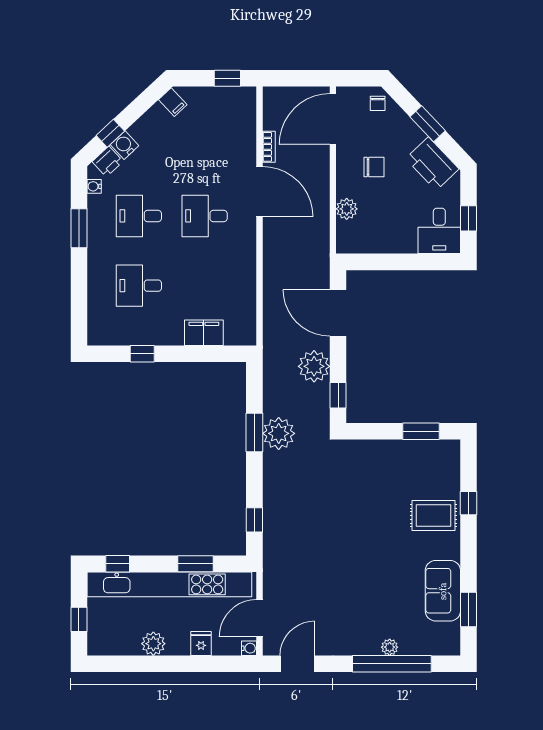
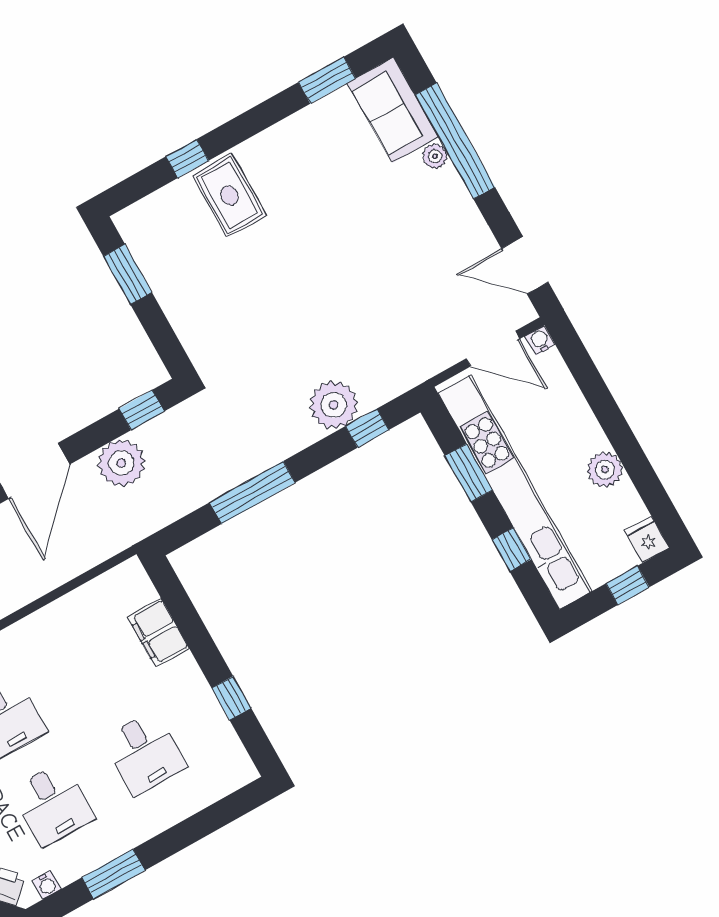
window: (254, 432) -> (252, 493), width x1.44
plant: (279, 433) -> (334, 405), moved
window: (118, 564) -> (511, 550), moved
sofa: (443, 591) -> (393, 110), moved, turned 90
fridge: (201, 644) -> (647, 539), moved, turned 90

